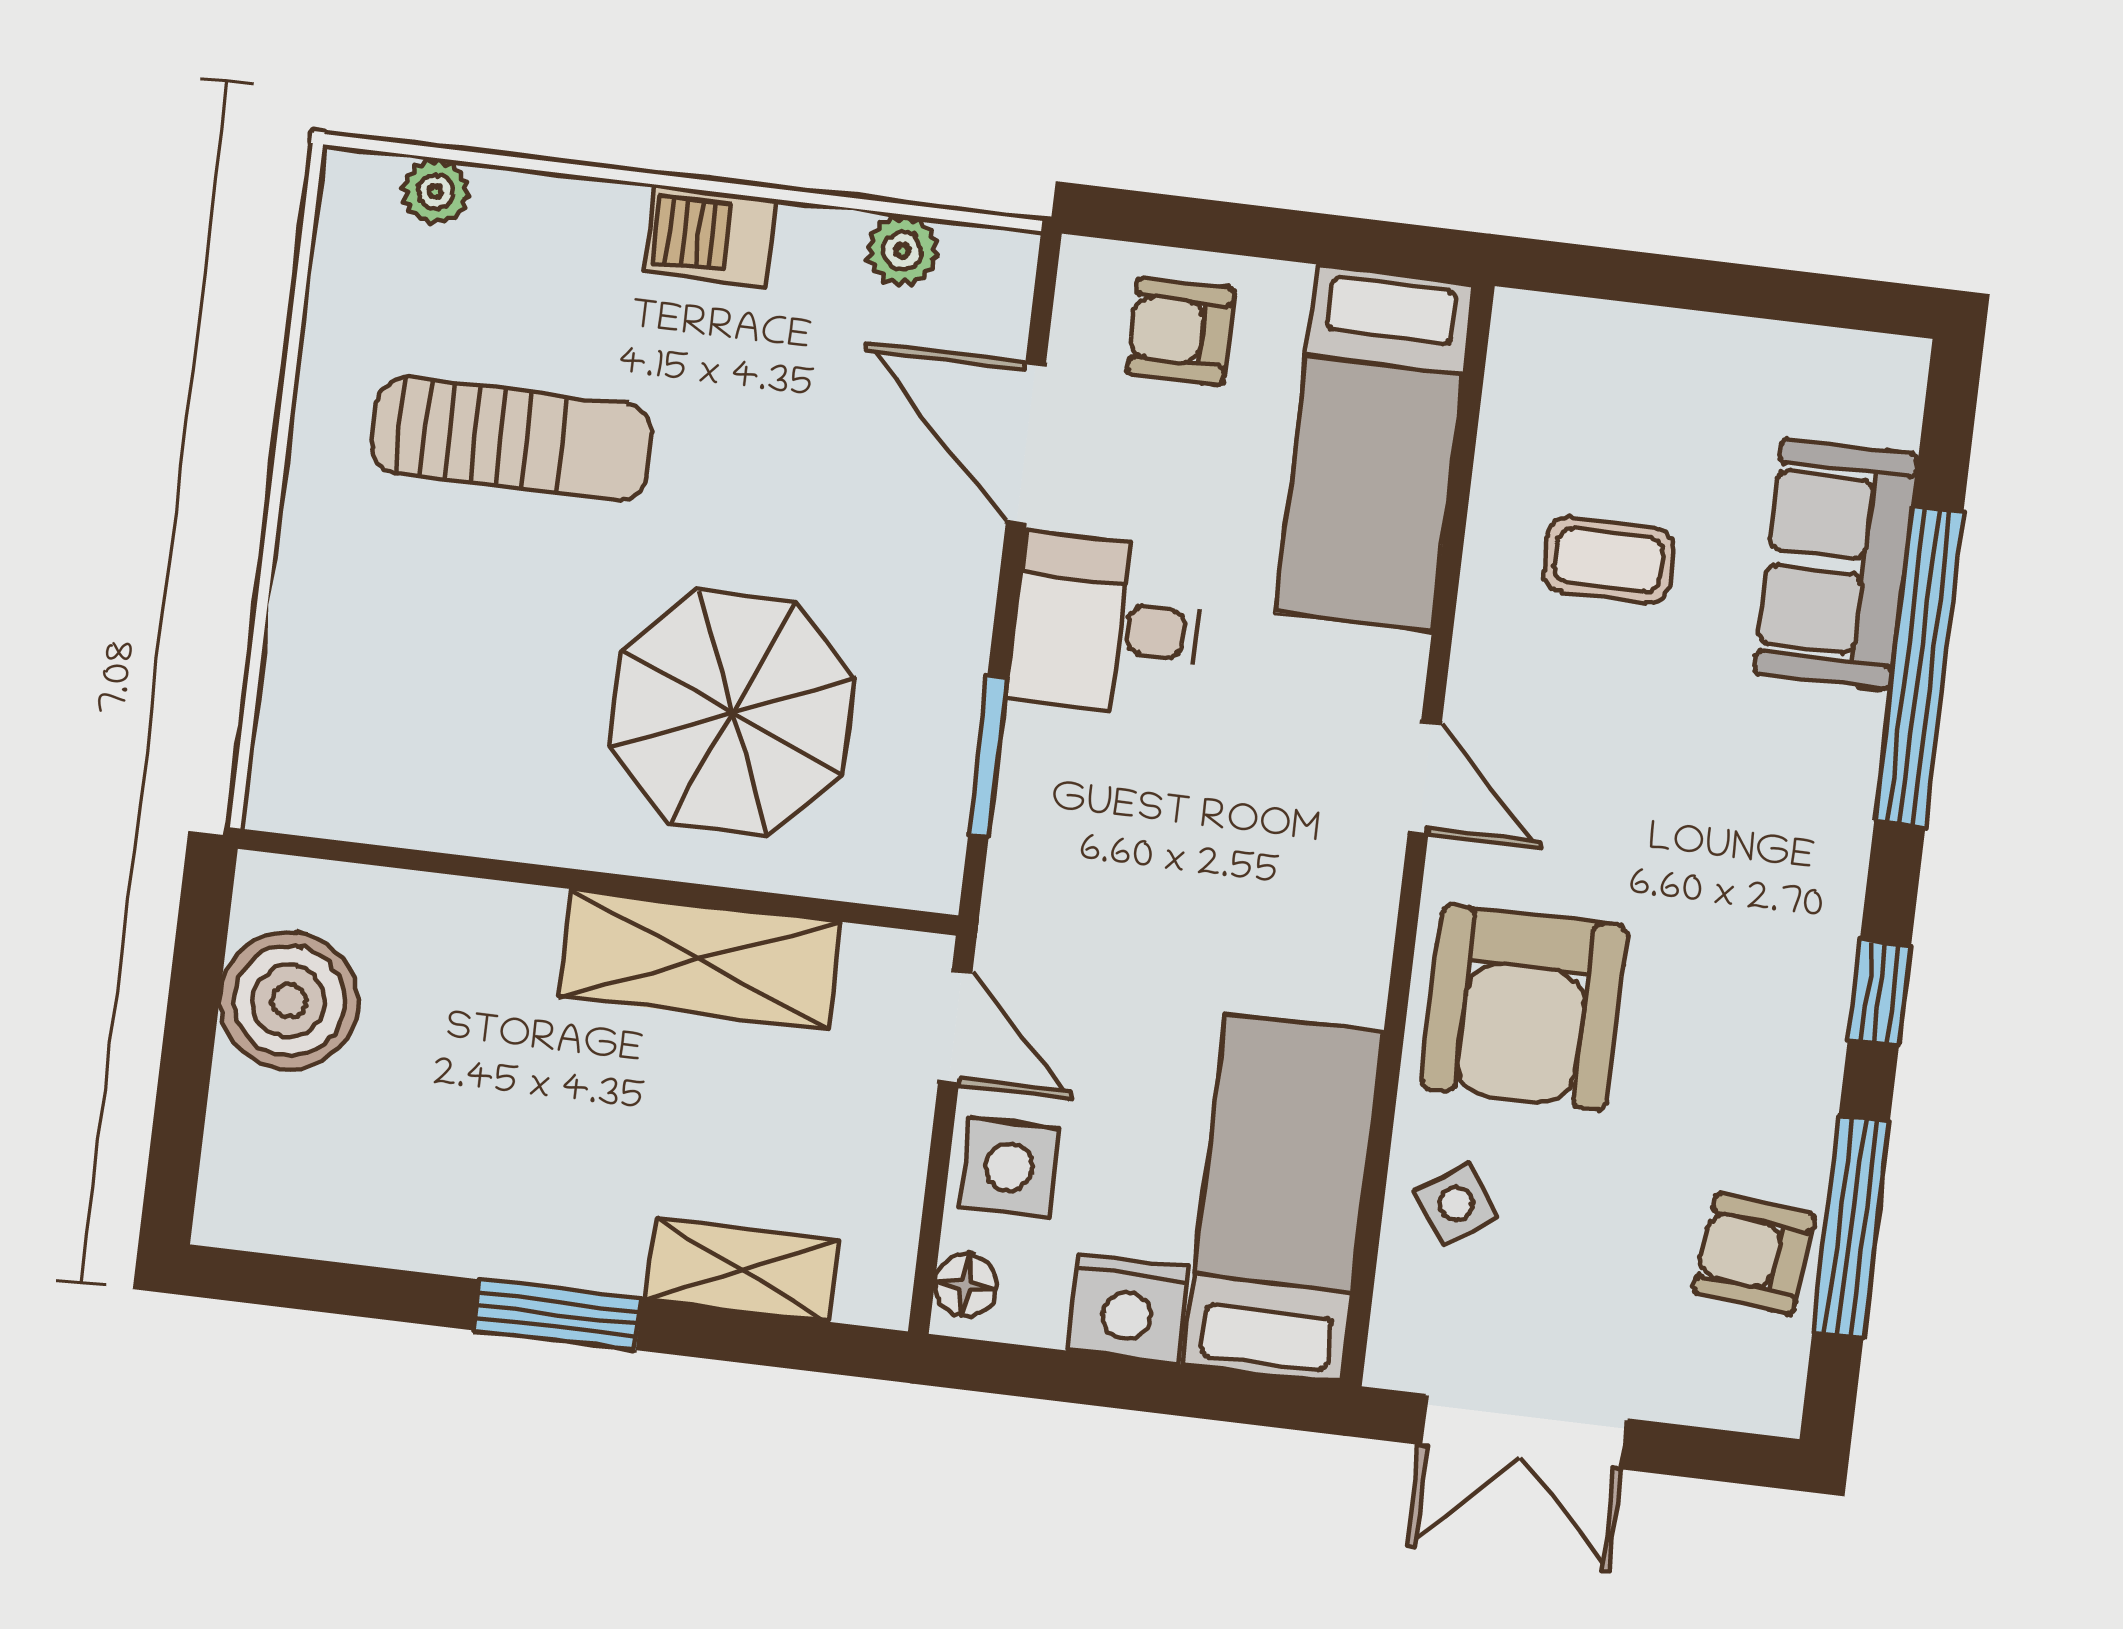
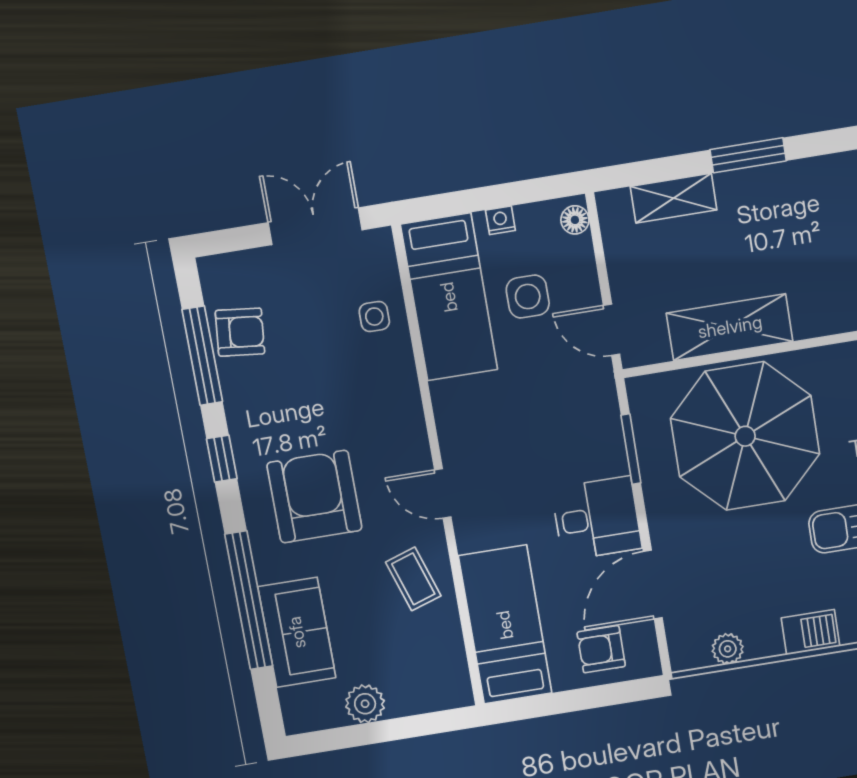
armchair: (1181, 331) -> (601, 649), turned 180
plant: (1736, 361) -> (365, 704), added
door: (1026, 443) -> (653, 585), swing flipped
coffee table: (1608, 560) -> (413, 579), moved, turned 72
parasol: (732, 712) -> (745, 436), width x1.36, depth x1.36
armchair: (1524, 1007) -> (314, 497), moved
side table: (1009, 1167) -> (528, 297), moved
side table: (1456, 1204) -> (374, 317), turned 35
nightstand: (1128, 1308) -> (500, 220), width x0.53, depth x0.56

